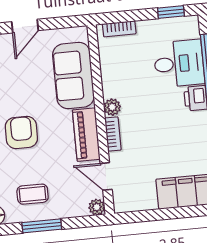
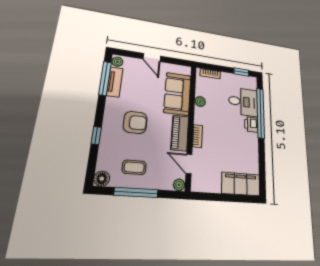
door: (25, 26) -> (152, 58), hinge flipped
plant: (112, 107) -> (200, 101), moved
armchair: (21, 132) -> (135, 122), turned 90
window: (42, 226) -> (136, 192), width x1.44

